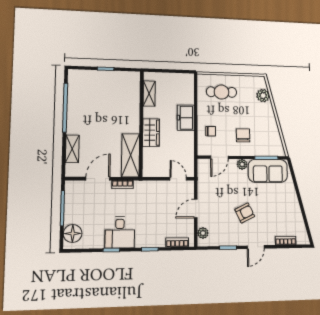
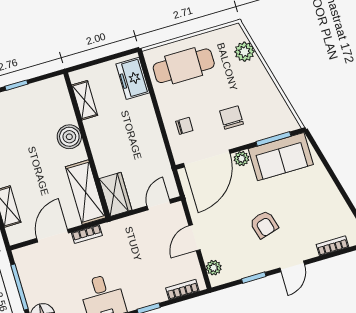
cafe table: (222, 92) -> (184, 66), width x1.37, depth x1.35
boiler: (131, 114) -> (69, 137), added
freezer: (186, 118) -> (133, 78), moved
wardrobe: (151, 133) -> (115, 194), moved
door: (219, 157) -> (207, 158), width x1.87
door: (178, 179) -> (159, 205), hinge flipped
armchair: (245, 213) -> (264, 224), turned 100

